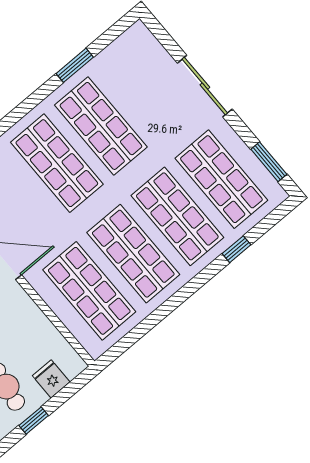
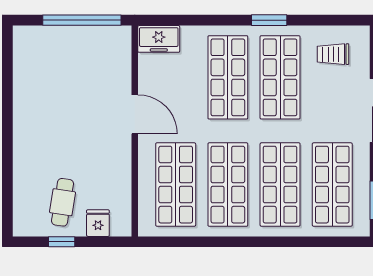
window: (75, 65) -> (269, 20), moved
trolley: (129, 69) -> (333, 54), added
window: (236, 249) -> (302, 242), removed

